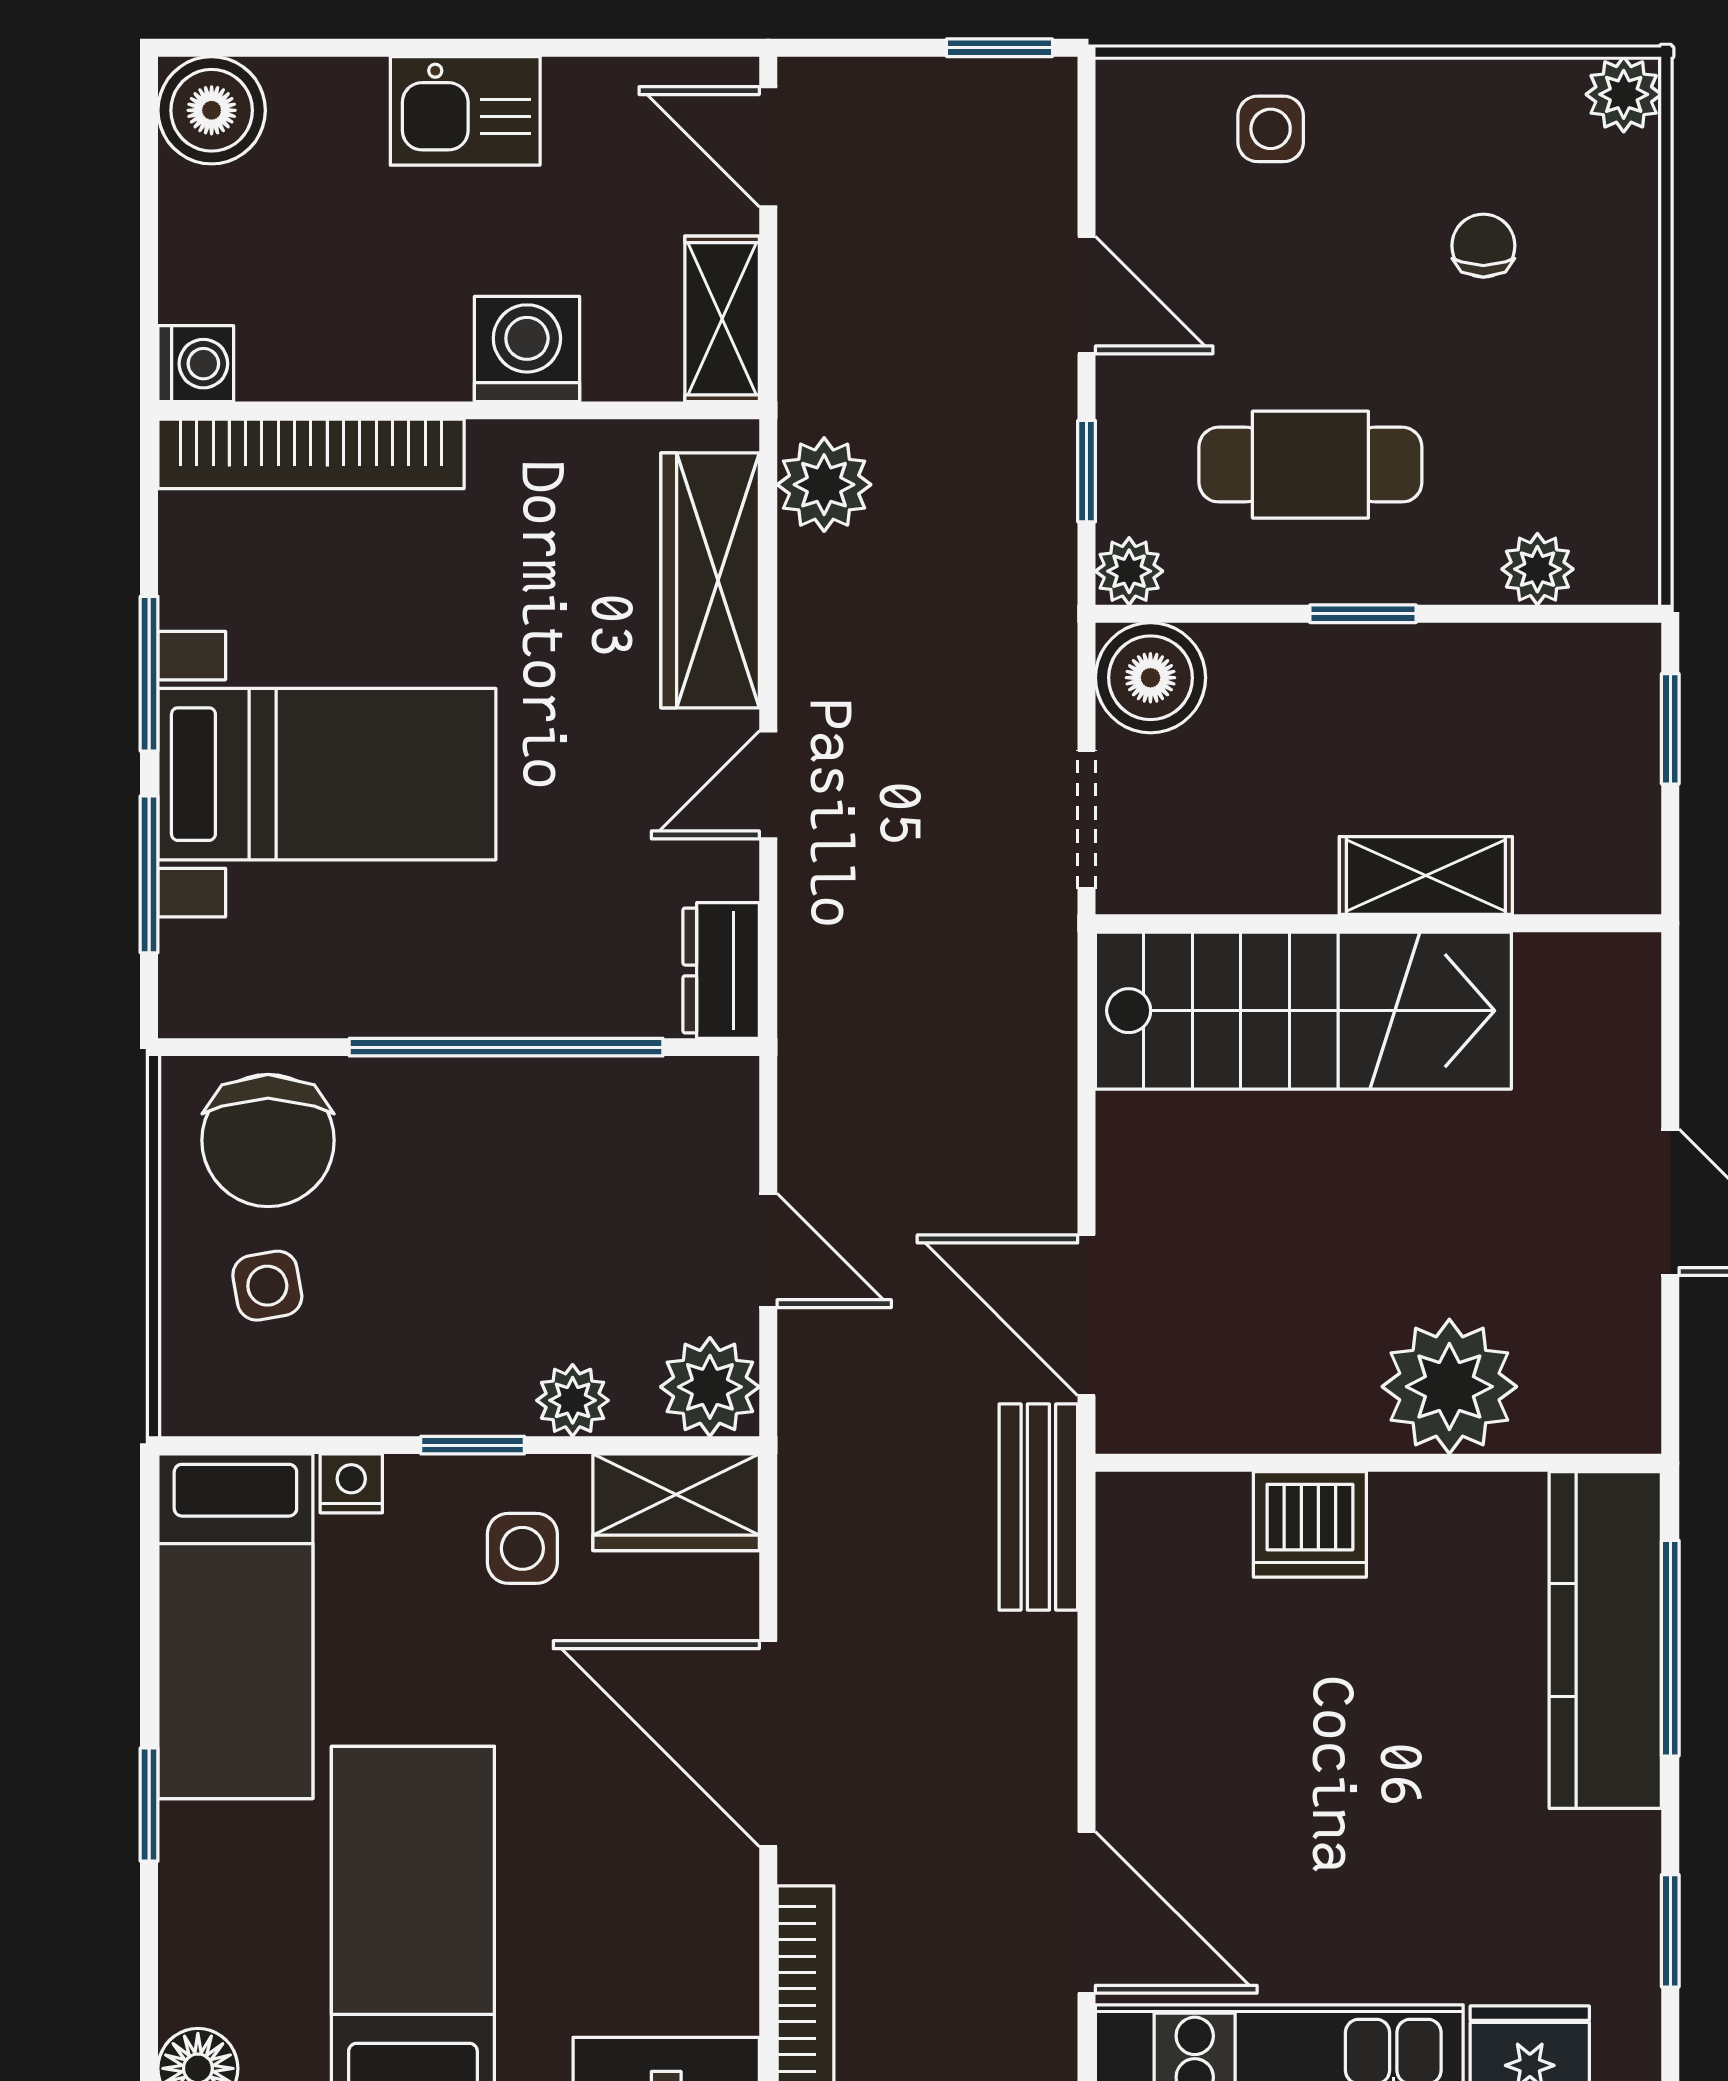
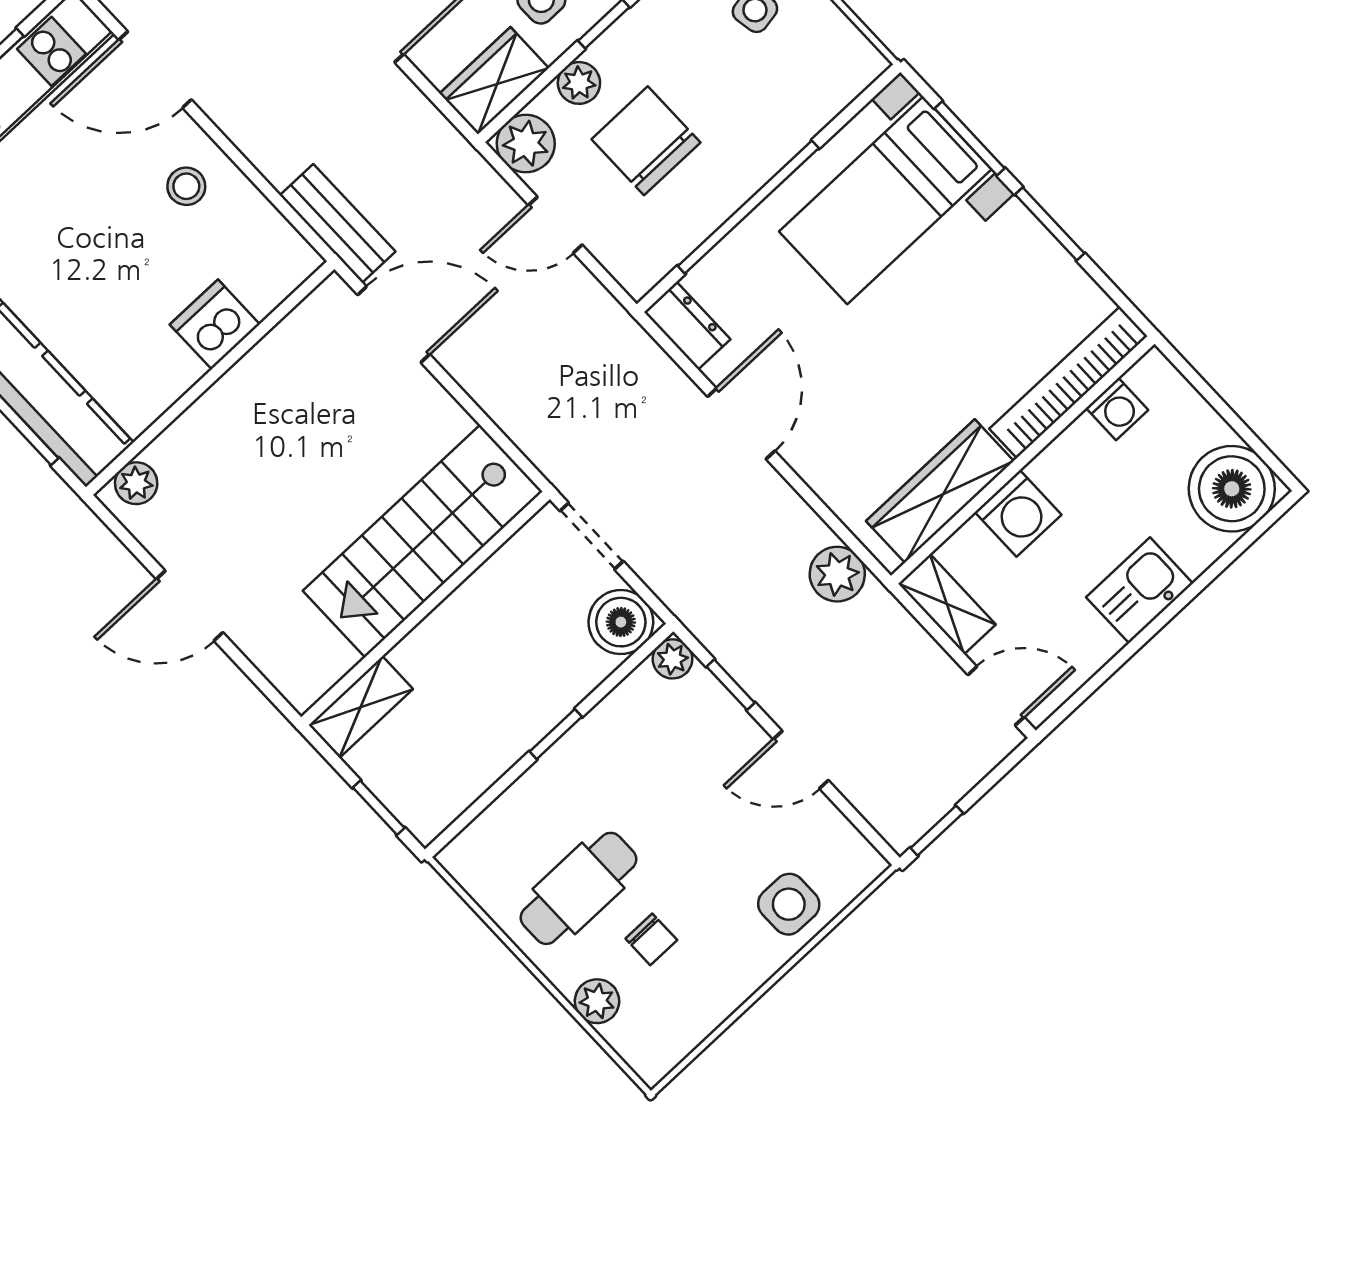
plant: (1624, 94) -> (597, 1001), moved
boiler: (212, 110) -> (1232, 489), width x1.37, depth x1.37
side table: (1271, 129) -> (789, 904), width x1.37, depth x1.37
washing machine: (196, 364) -> (1117, 409), moved, turned -90
cafe table: (1310, 465) -> (578, 888), moved
plant: (1537, 569) -> (499, 823), removed
wardrobe: (710, 580) -> (940, 491), moved, turned -90
bed with nightstands: (327, 774) -> (885, 200), moved
door: (768, 785) -> (741, 424), width x1.38
shelving: (1426, 876) -> (361, 707), moved
chair: (268, 1140) -> (646, 141), moved
plant: (1449, 1387) -> (136, 483), moved, width x0.53, depth x0.53
stool: (1184, 1730) -> (186, 186), added

